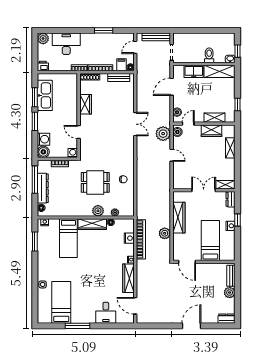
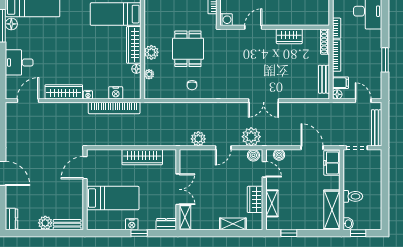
freezer: (194, 71) -> (332, 163), moved
plant: (165, 233) -> (198, 139), moved
floor lamp: (76, 319) -> (11, 24), added

